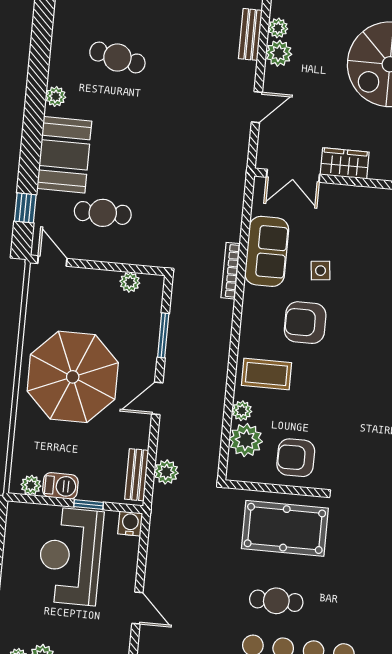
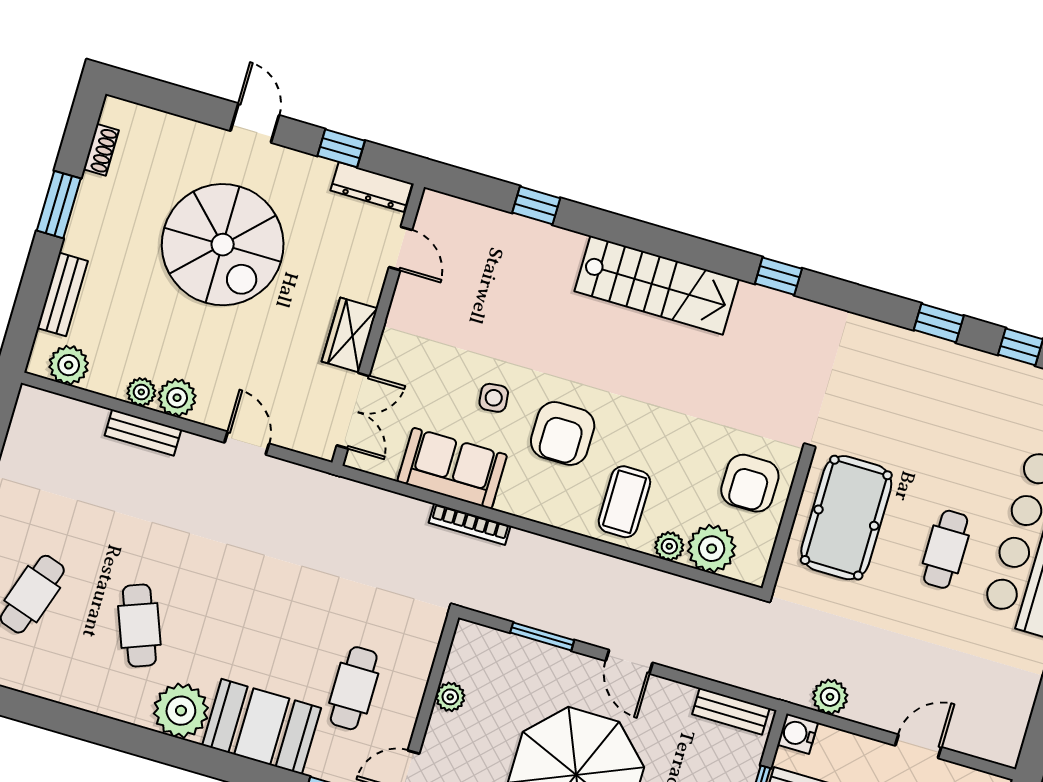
cafe table: (117, 58) -> (139, 625), turned -33
plant: (56, 96) -> (181, 711), width x1.88, depth x1.88
plant: (130, 282) -> (450, 697), moved
plant: (166, 472) -> (830, 697), moved

